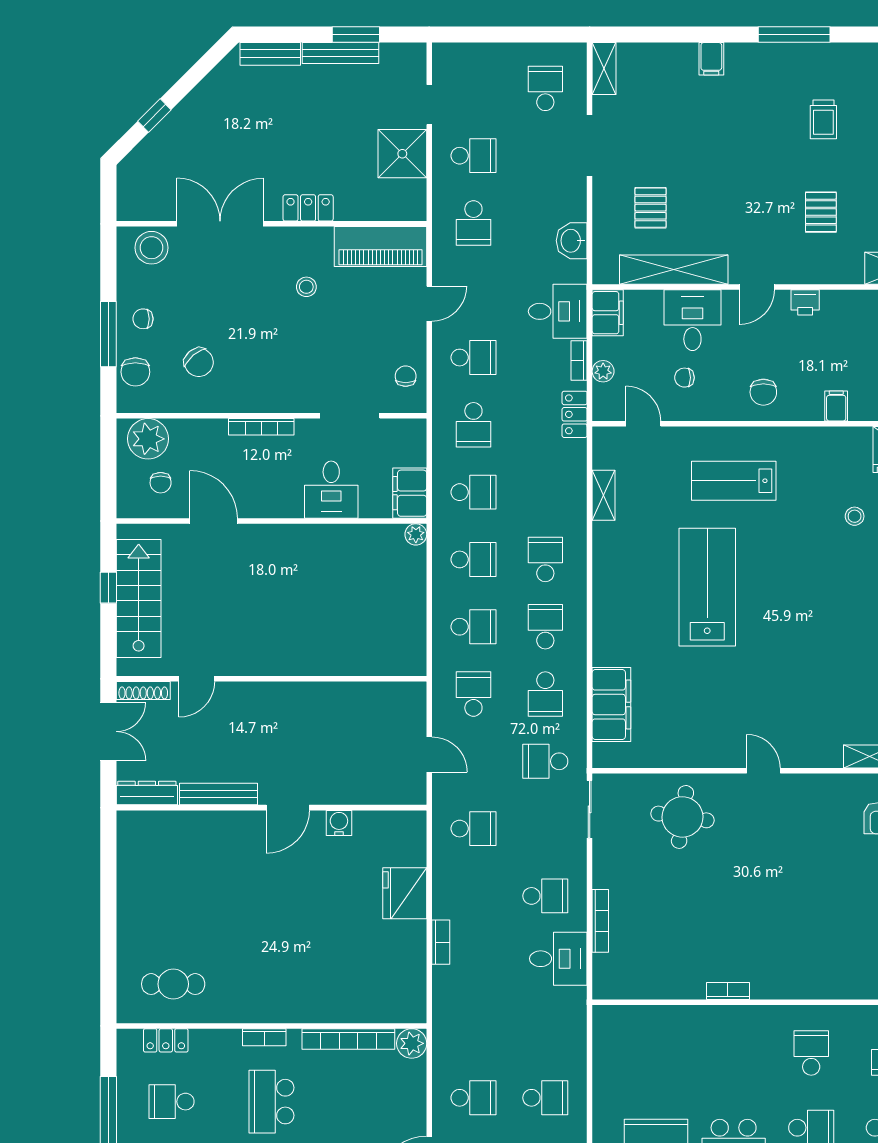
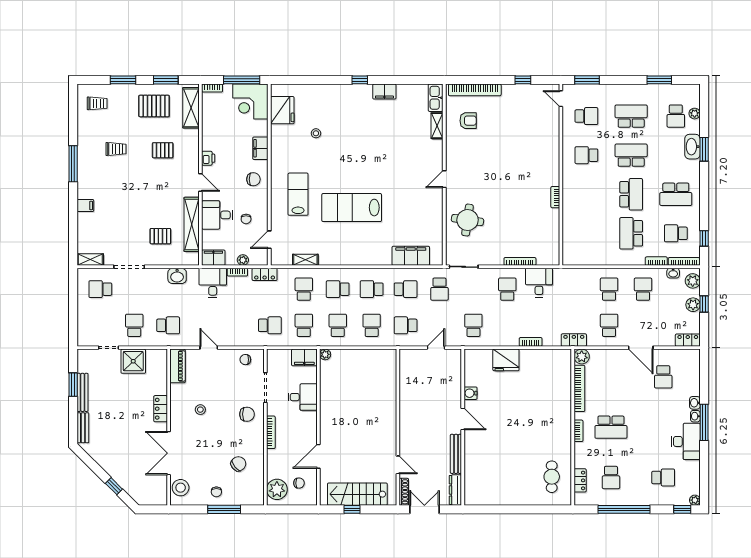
piano: (381, 246) -> (178, 366), width x0.73, depth x0.75
school desk: (473, 358) -> (304, 289), moved
chair: (135, 372) -> (247, 414), moved
filing cabinet: (836, 406) -> (260, 148), width x2.00
lab bench: (734, 481) -> (298, 194), turned 180
locker: (444, 1028) -> (574, 340), added

